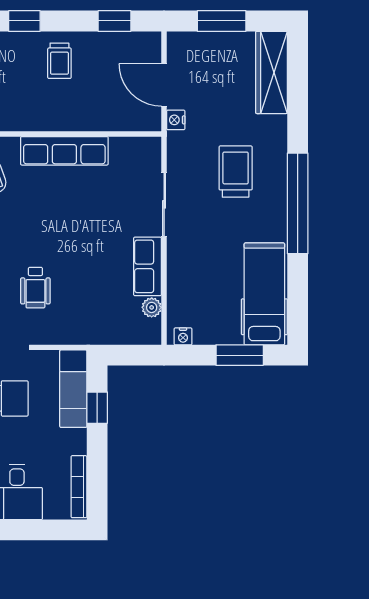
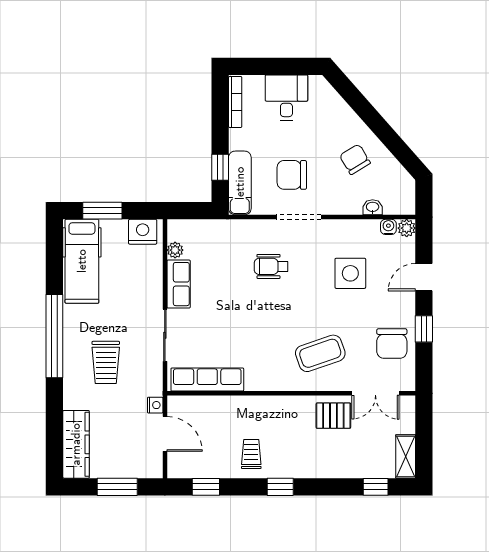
row of seats: (64, 151) -> (207, 380), moved
wheelchair: (35, 288) -> (271, 266), turned -90
nightstand: (183, 336) -> (143, 232), width x1.89, depth x1.79

